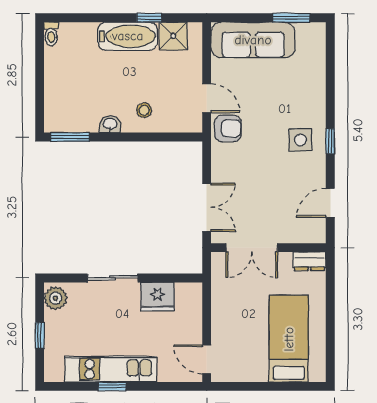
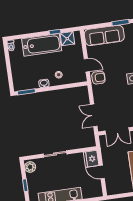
bathtub: (128, 36) -> (42, 45), width x1.36, depth x1.36
double door: (207, 207) -> (94, 115), swing flipped
fridge: (157, 297) -> (91, 159), moved, turned 90
door: (207, 359) -> (102, 172), moved

